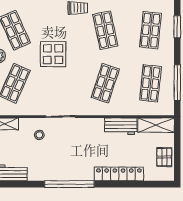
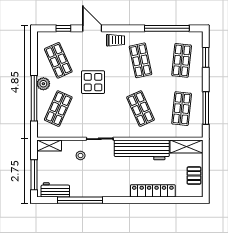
shop shelf: (105, 83) -> (140, 109), turned -42
workbench: (121, 126) -> (142, 150), width x1.88, depth x1.32
window: (69, 184) -> (80, 200), moved

